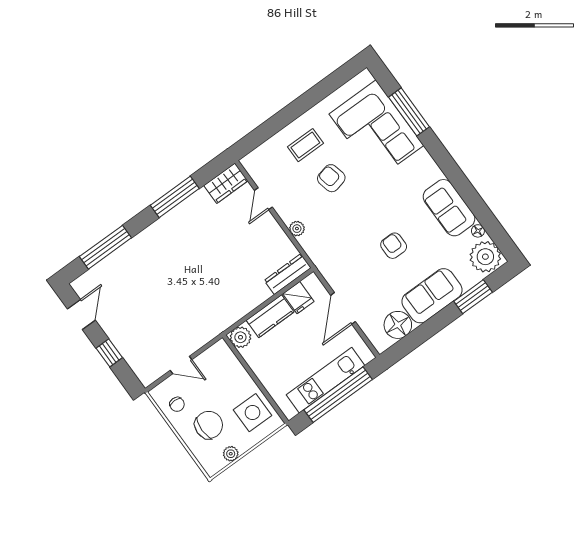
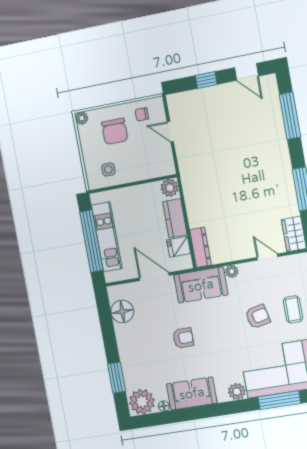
plant: (422, 161) -> (237, 391), added
sofa: (432, 296) -> (201, 285), moved, turned 90
door: (181, 365) -> (170, 132), hinge flipped
side table: (252, 413) -> (108, 169), width x0.54, depth x0.54
plant: (231, 454) -> (82, 118), moved

